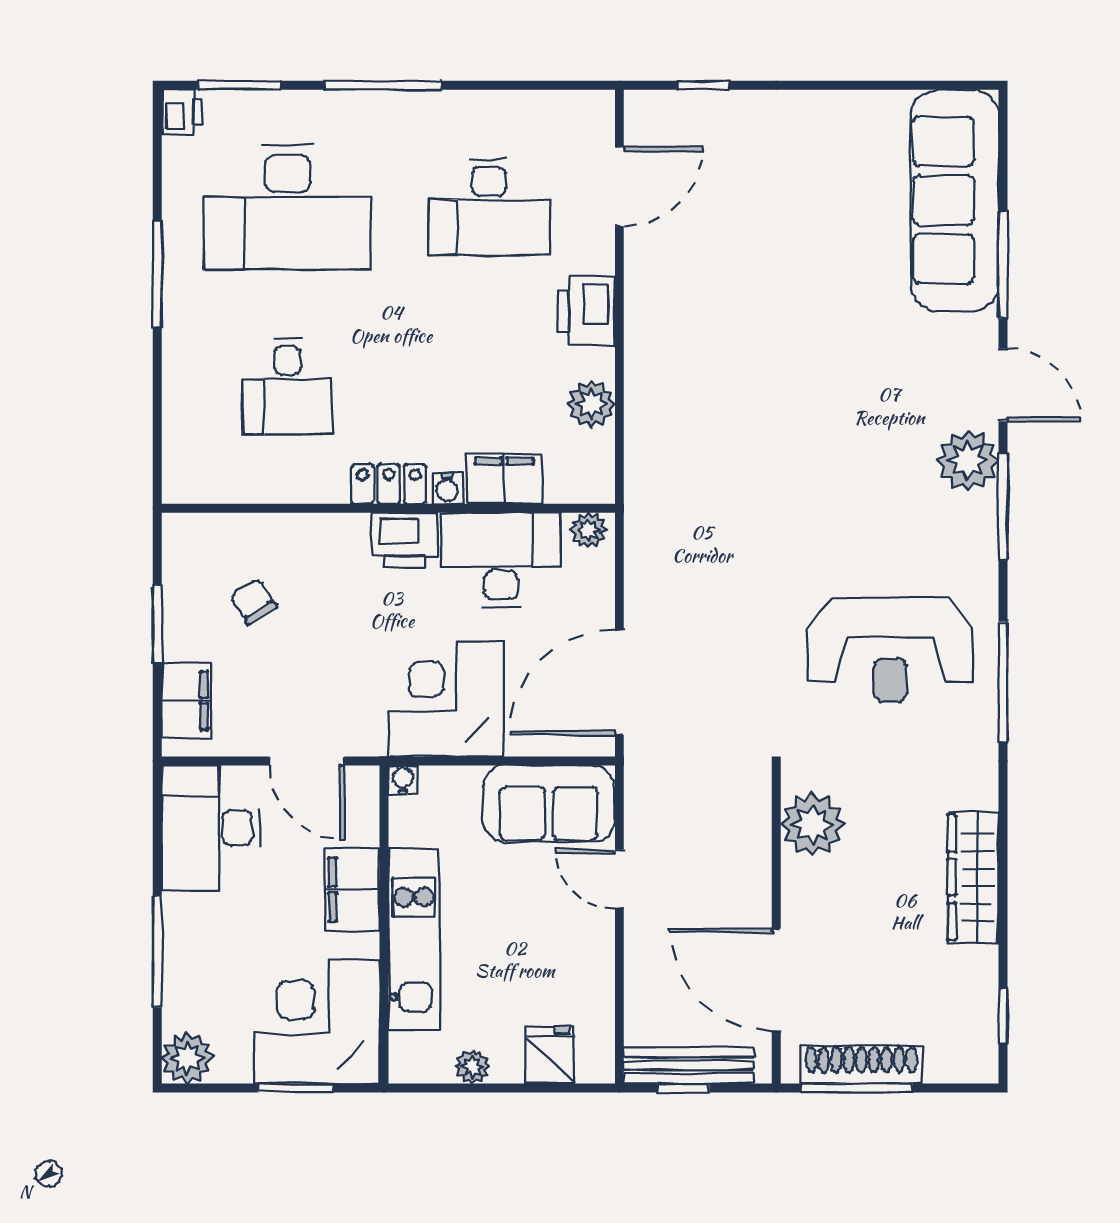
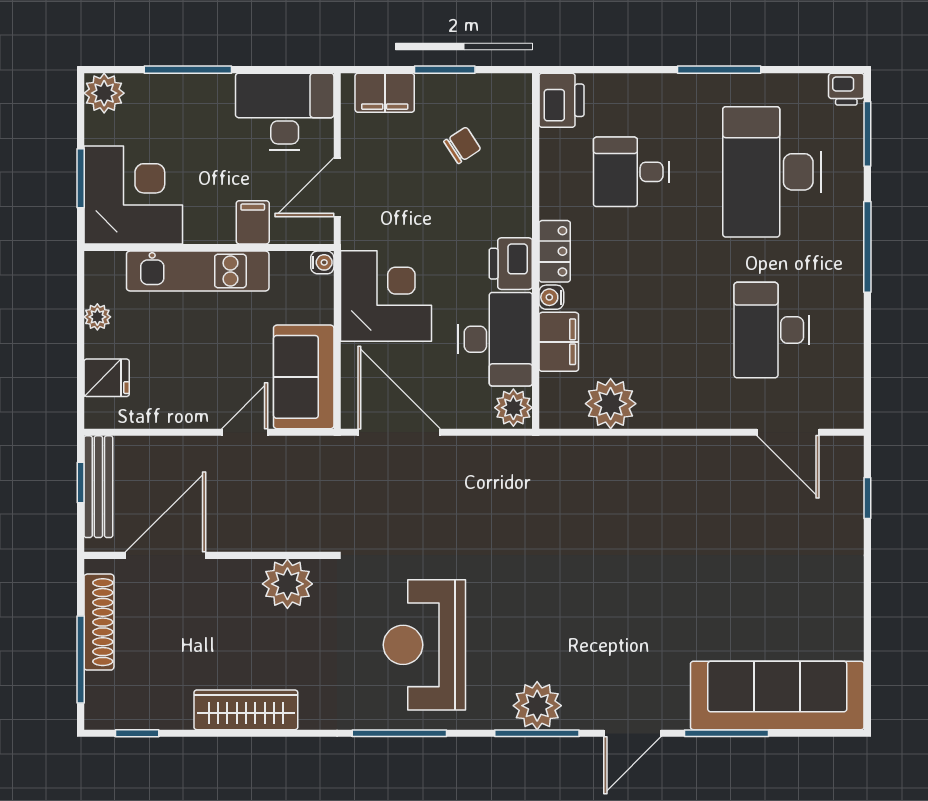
printer: (586, 311) -> (561, 100), moved, turned 90
plant: (591, 404) -> (611, 404), width x1.36, depth x1.36
plant: (968, 460) -> (537, 706), moved
plant: (588, 530) -> (513, 408), width x1.38, depth x1.38
filing cabinet: (352, 890) -> (253, 222), width x0.50
window: (857, 1088) -> (81, 659), moved

